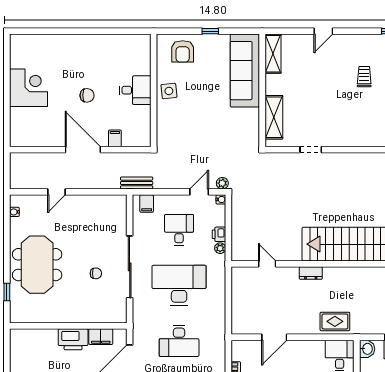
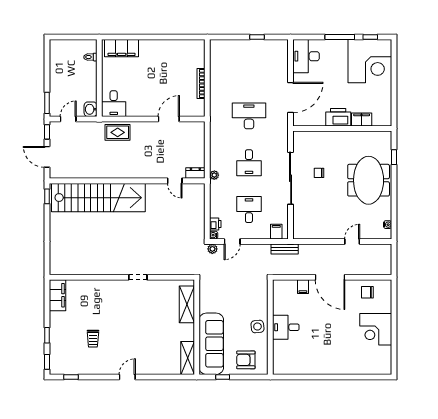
armchair: (183, 51) -> (246, 360), turned -90
shelving: (273, 54) -> (188, 358), moved
sofa: (245, 71) -> (211, 344), moved
wall: (262, 90) -> (197, 327), moved
chair: (87, 95) -> (367, 292), moved
shelving: (274, 117) -> (187, 304), moved
desk: (179, 230) -> (249, 210), turned 180
printer: (219, 234) -> (215, 224), moved
plant: (220, 248) -> (214, 175), moved
dresser: (311, 273) -> (195, 173), moved
desk: (179, 285) -> (249, 163), width x0.53, depth x0.77
filing cabinet: (101, 337) -> (362, 120), moved

